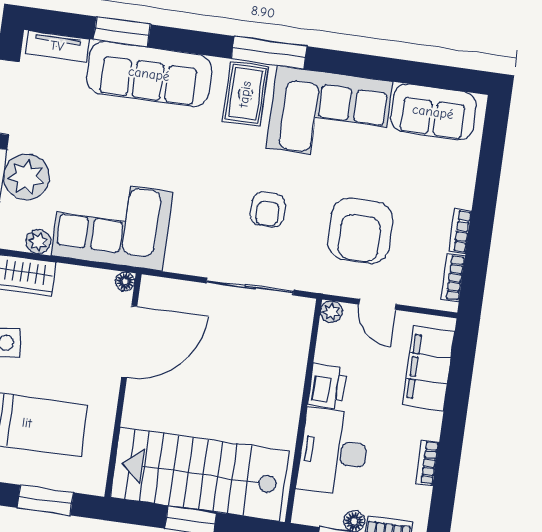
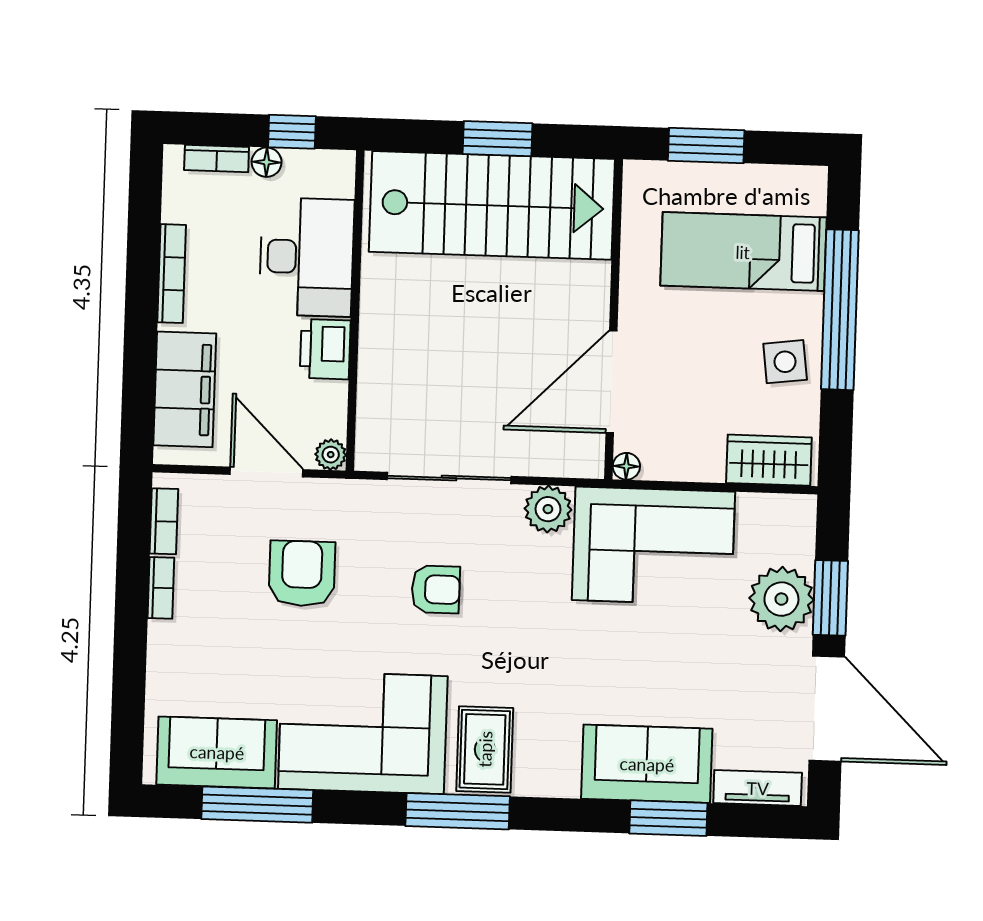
window: (409, 72) -> (257, 805), added
sofa: (149, 74) -> (647, 764), width x0.73
armchair: (268, 210) -> (436, 589), turned 90
armchair: (360, 231) -> (302, 573), width x0.73, depth x0.73
plant: (38, 242) -> (548, 509), moved, width x1.38, depth x1.38
door: (377, 304) -> (267, 472), width x1.38
bookcase: (427, 463) -> (172, 274), width x1.56

